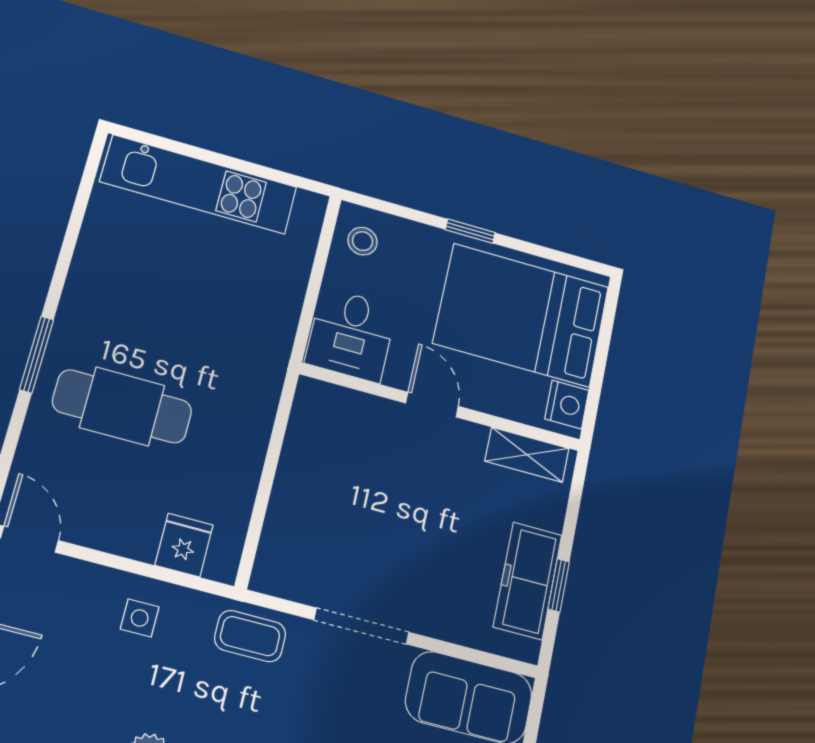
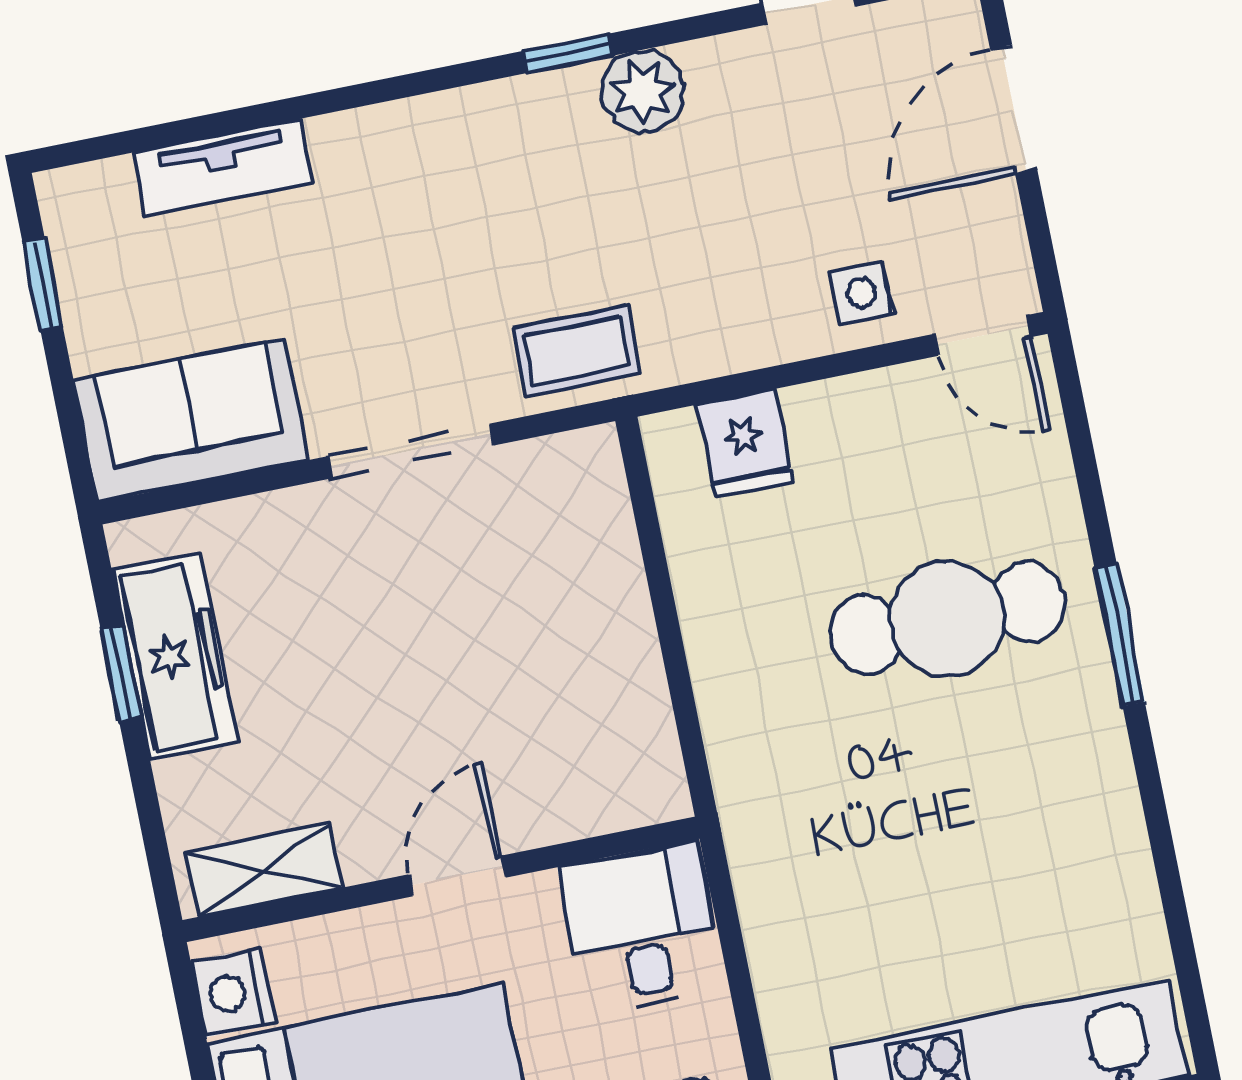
door: (432, 405) -> (457, 876), swing flipped
side table: (140, 618) -> (861, 293), moved

